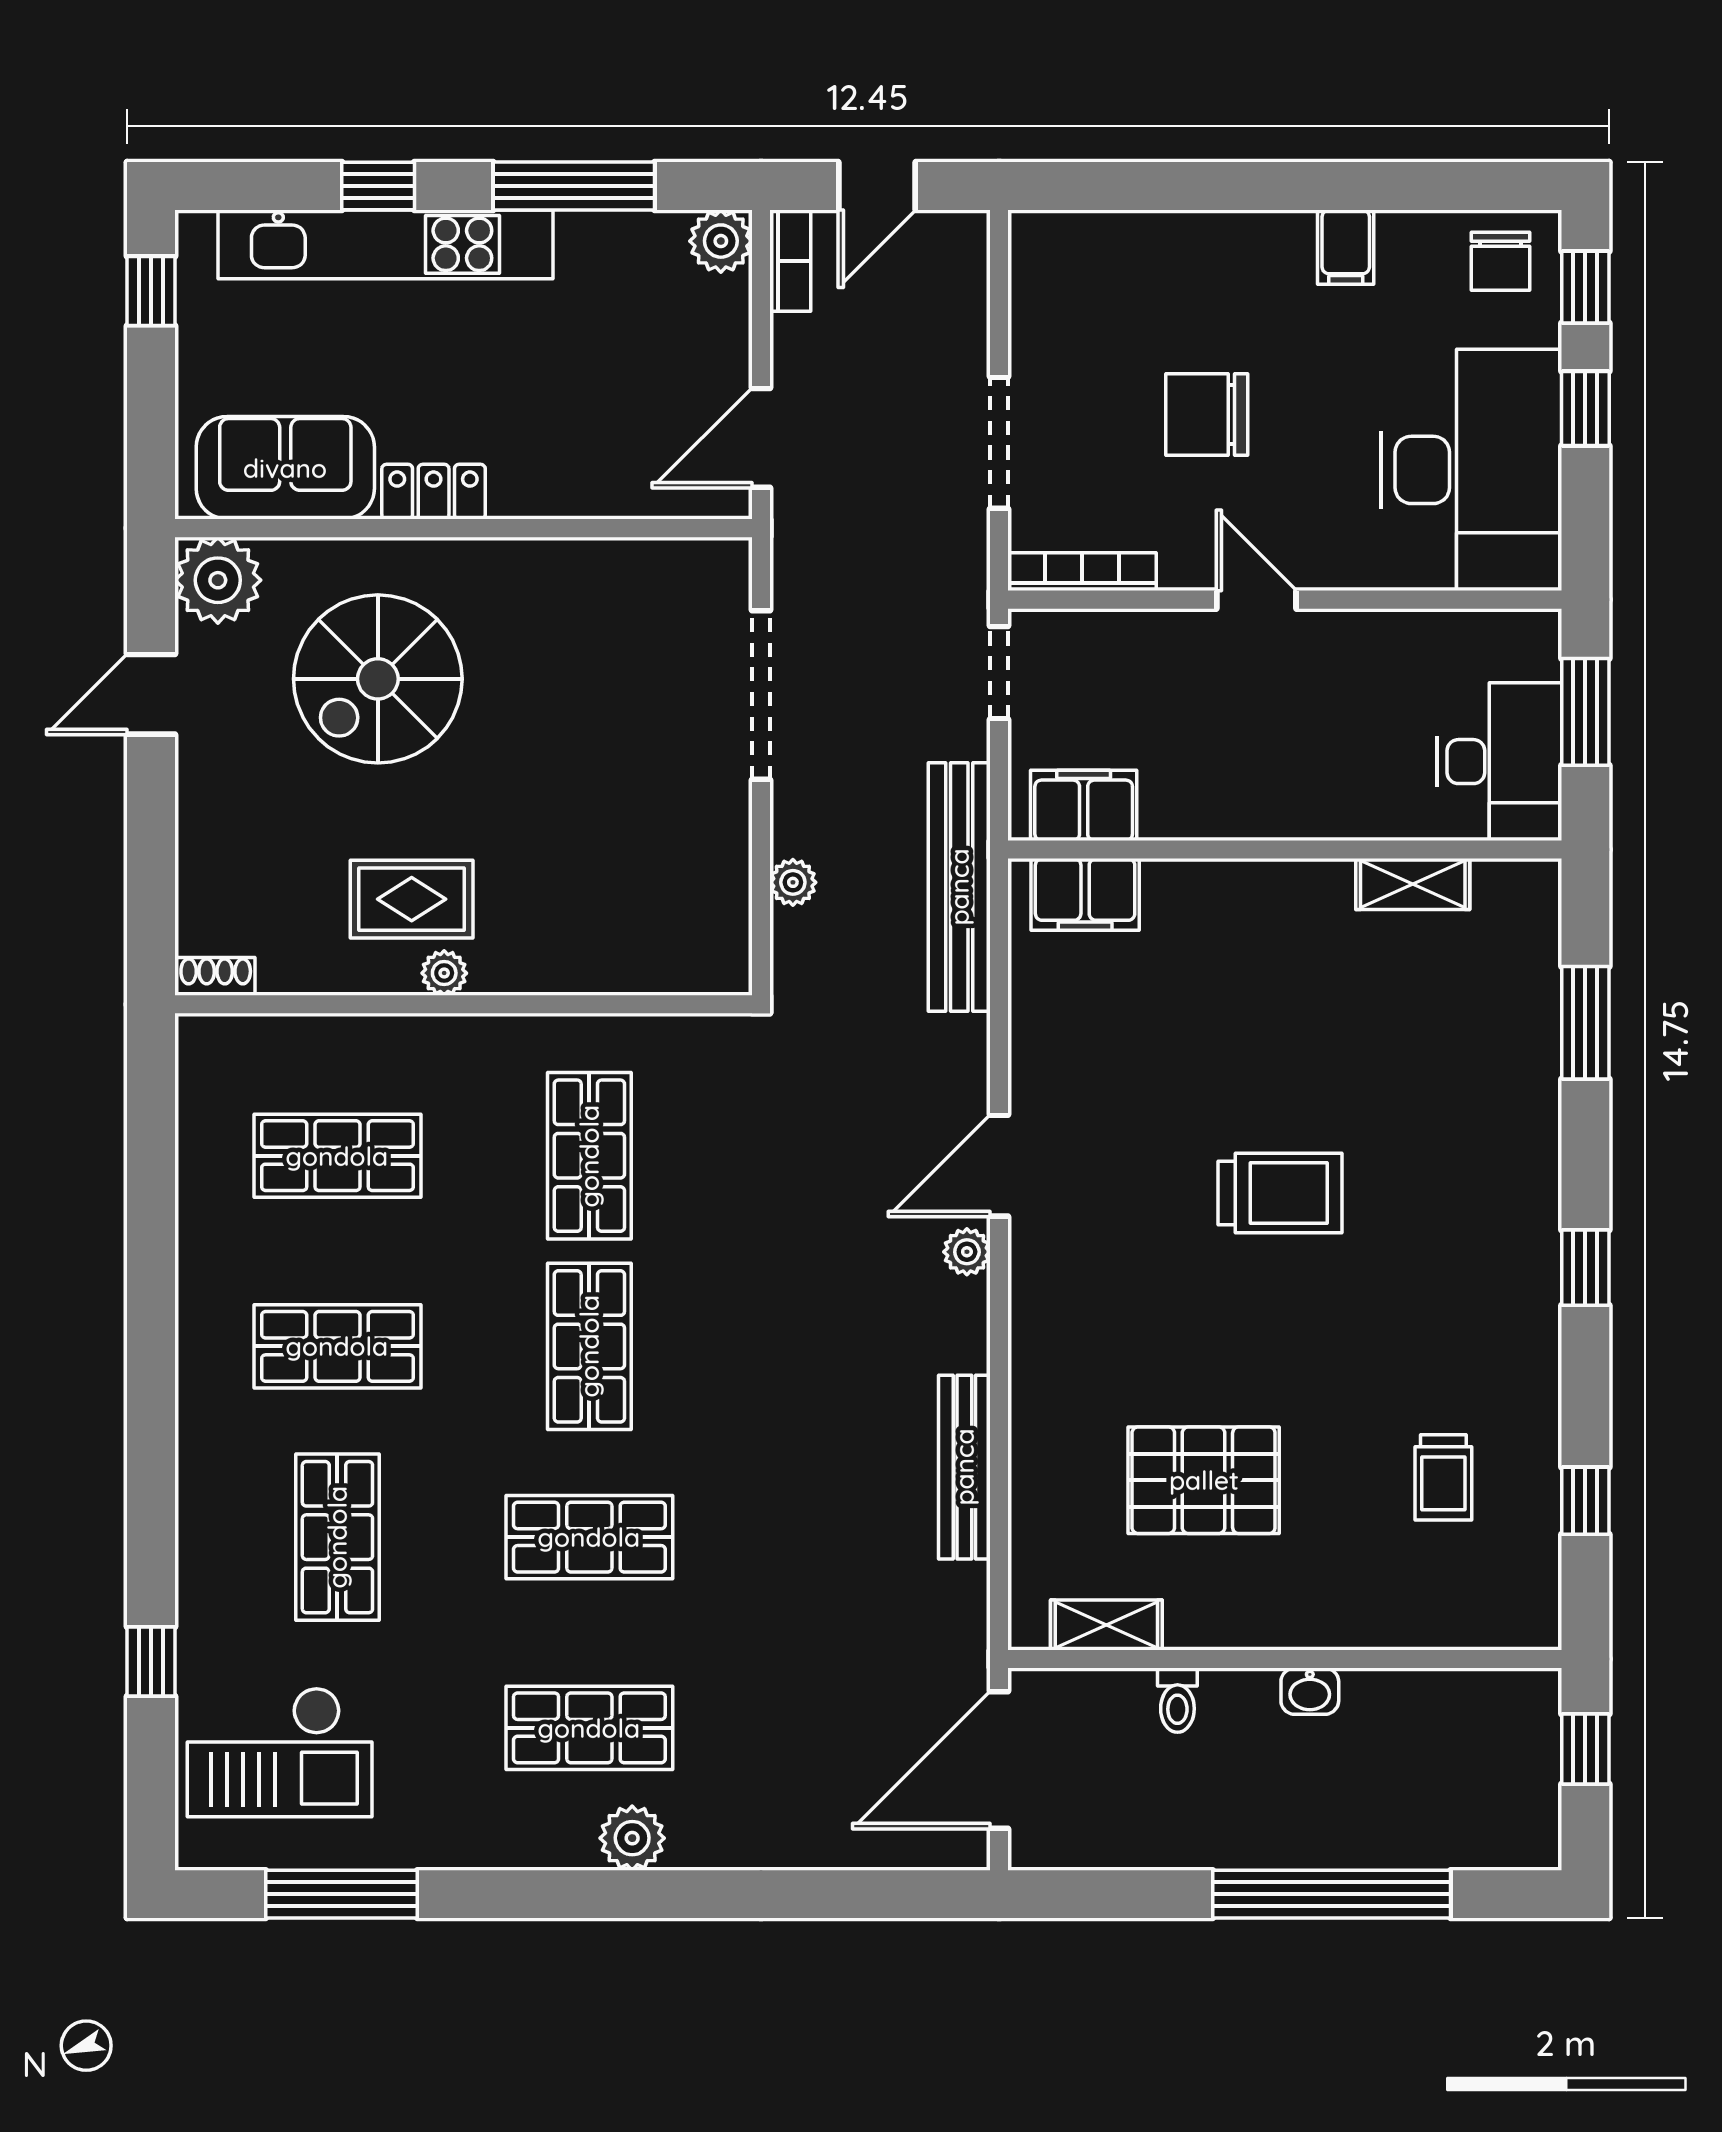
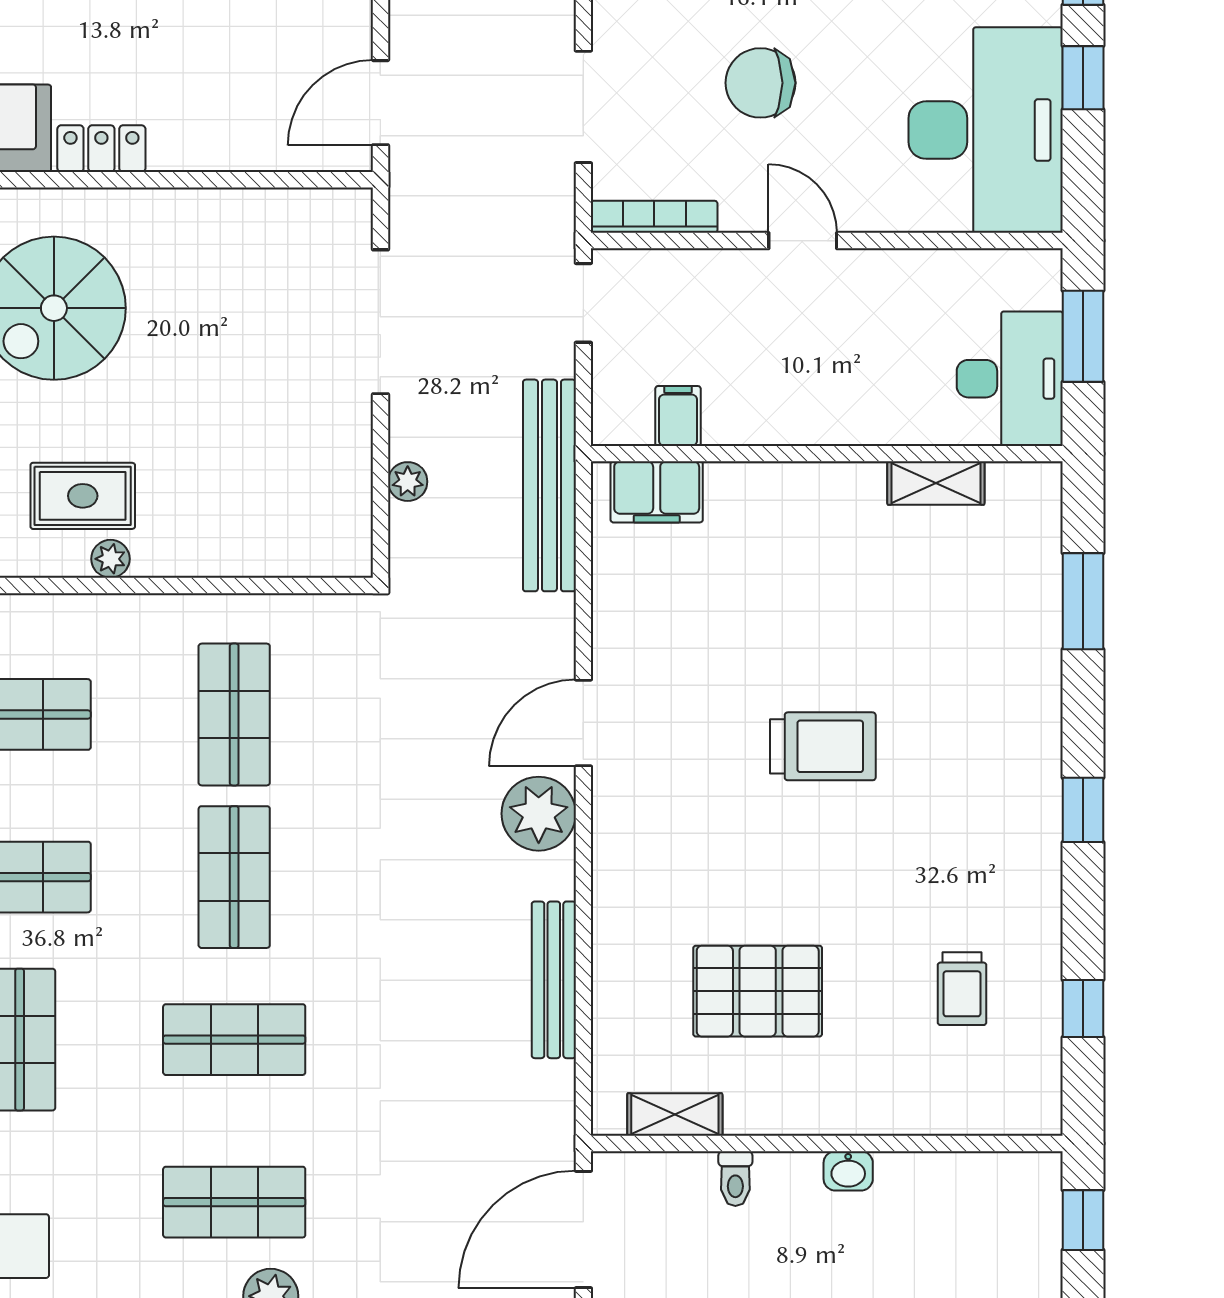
filing cabinet: (1084, 805) -> (678, 416), width x0.50
plant: (967, 1252) -> (539, 814), width x1.88, depth x1.88

